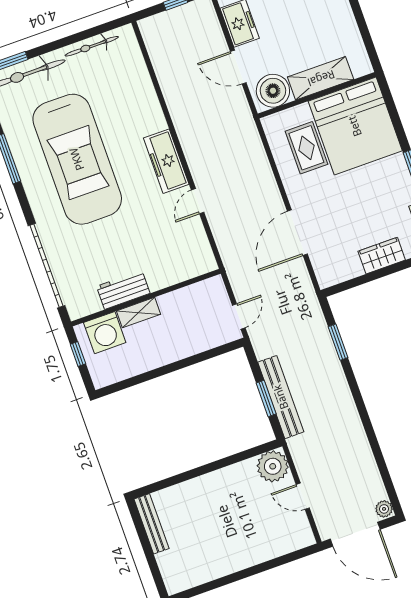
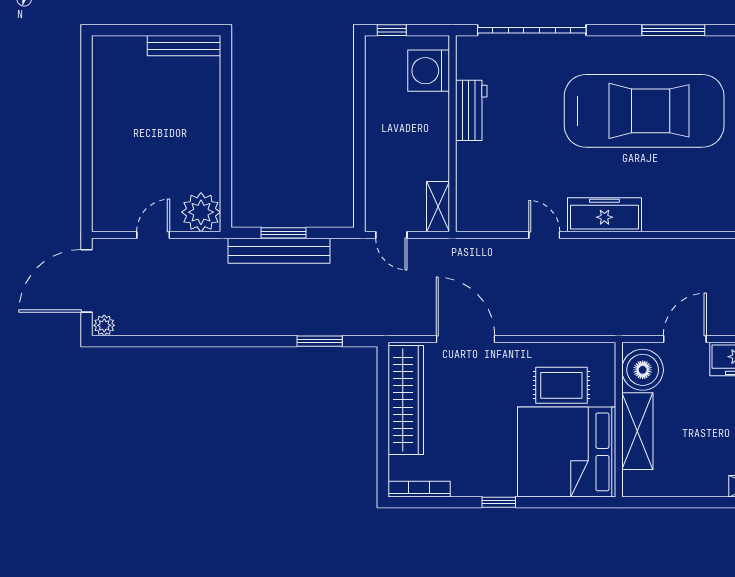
car: (77, 159) -> (644, 111), turned 180
wardrobe: (382, 256) -> (406, 400), width x2.10, depth x1.17
shelving: (138, 313) -> (438, 207), moved
window: (78, 354) -> (392, 30), moved

